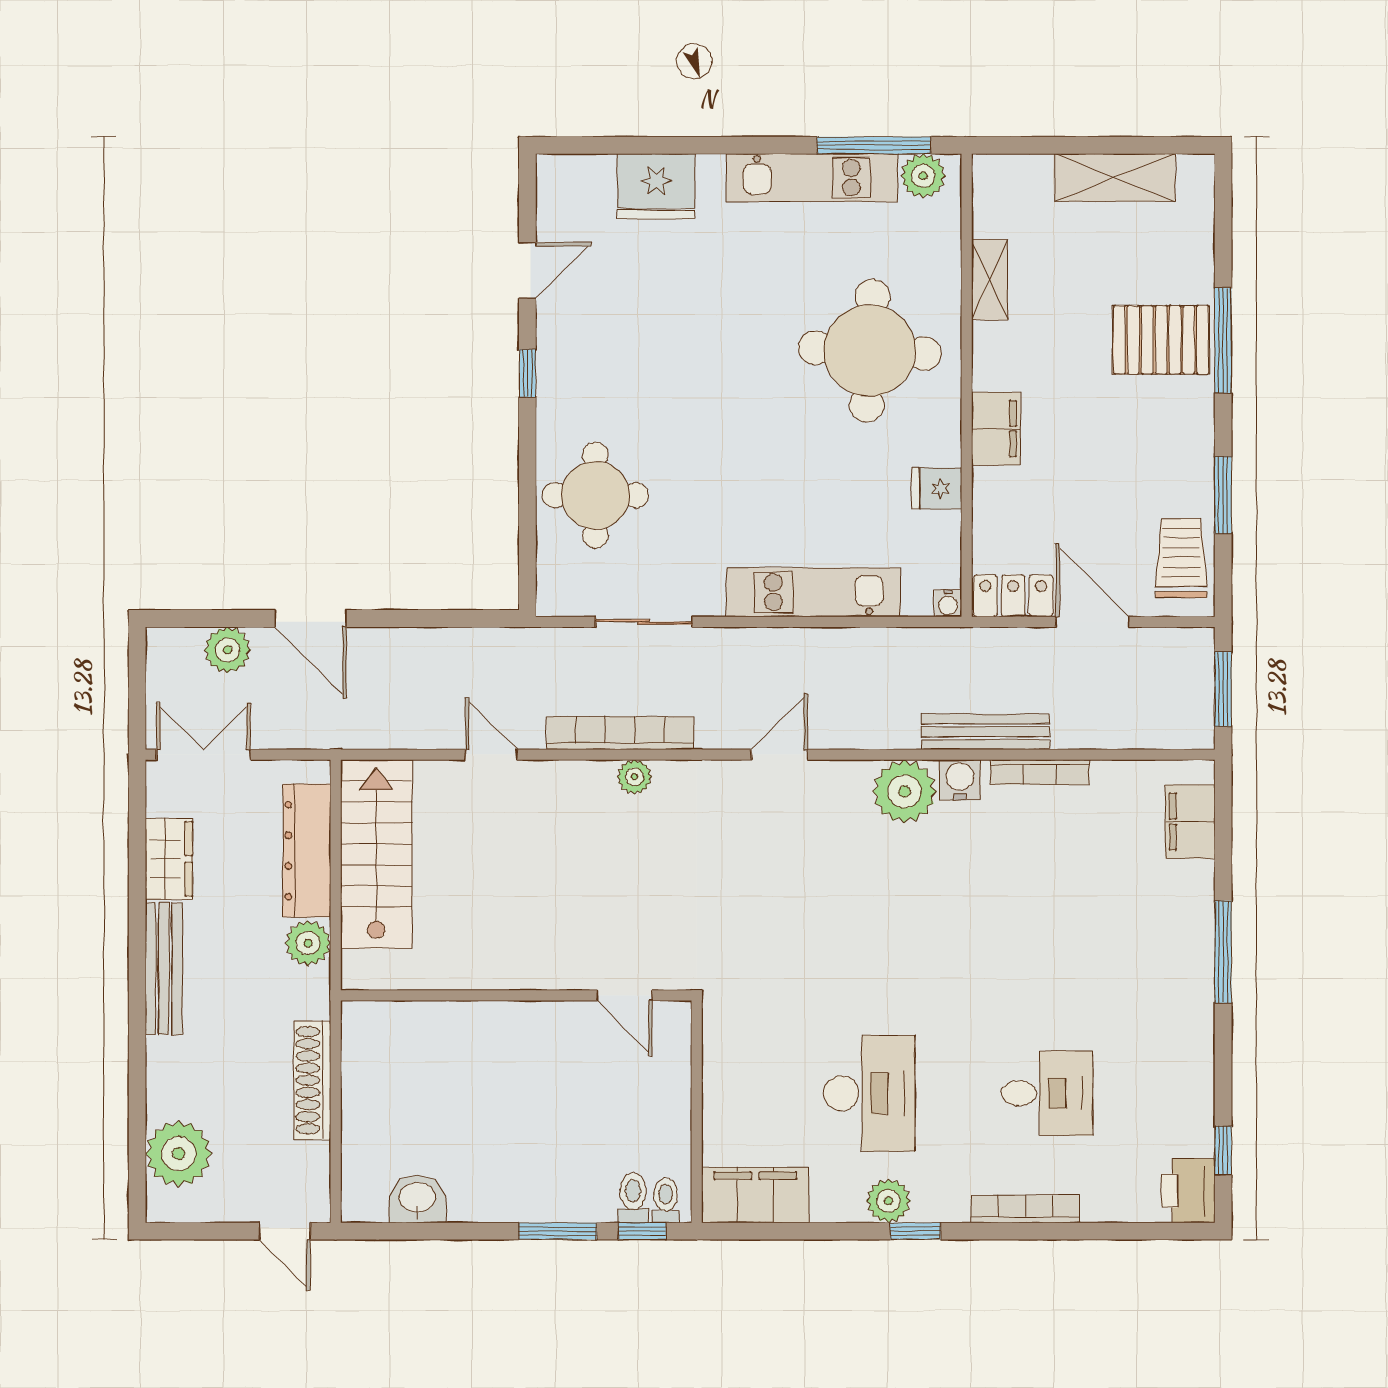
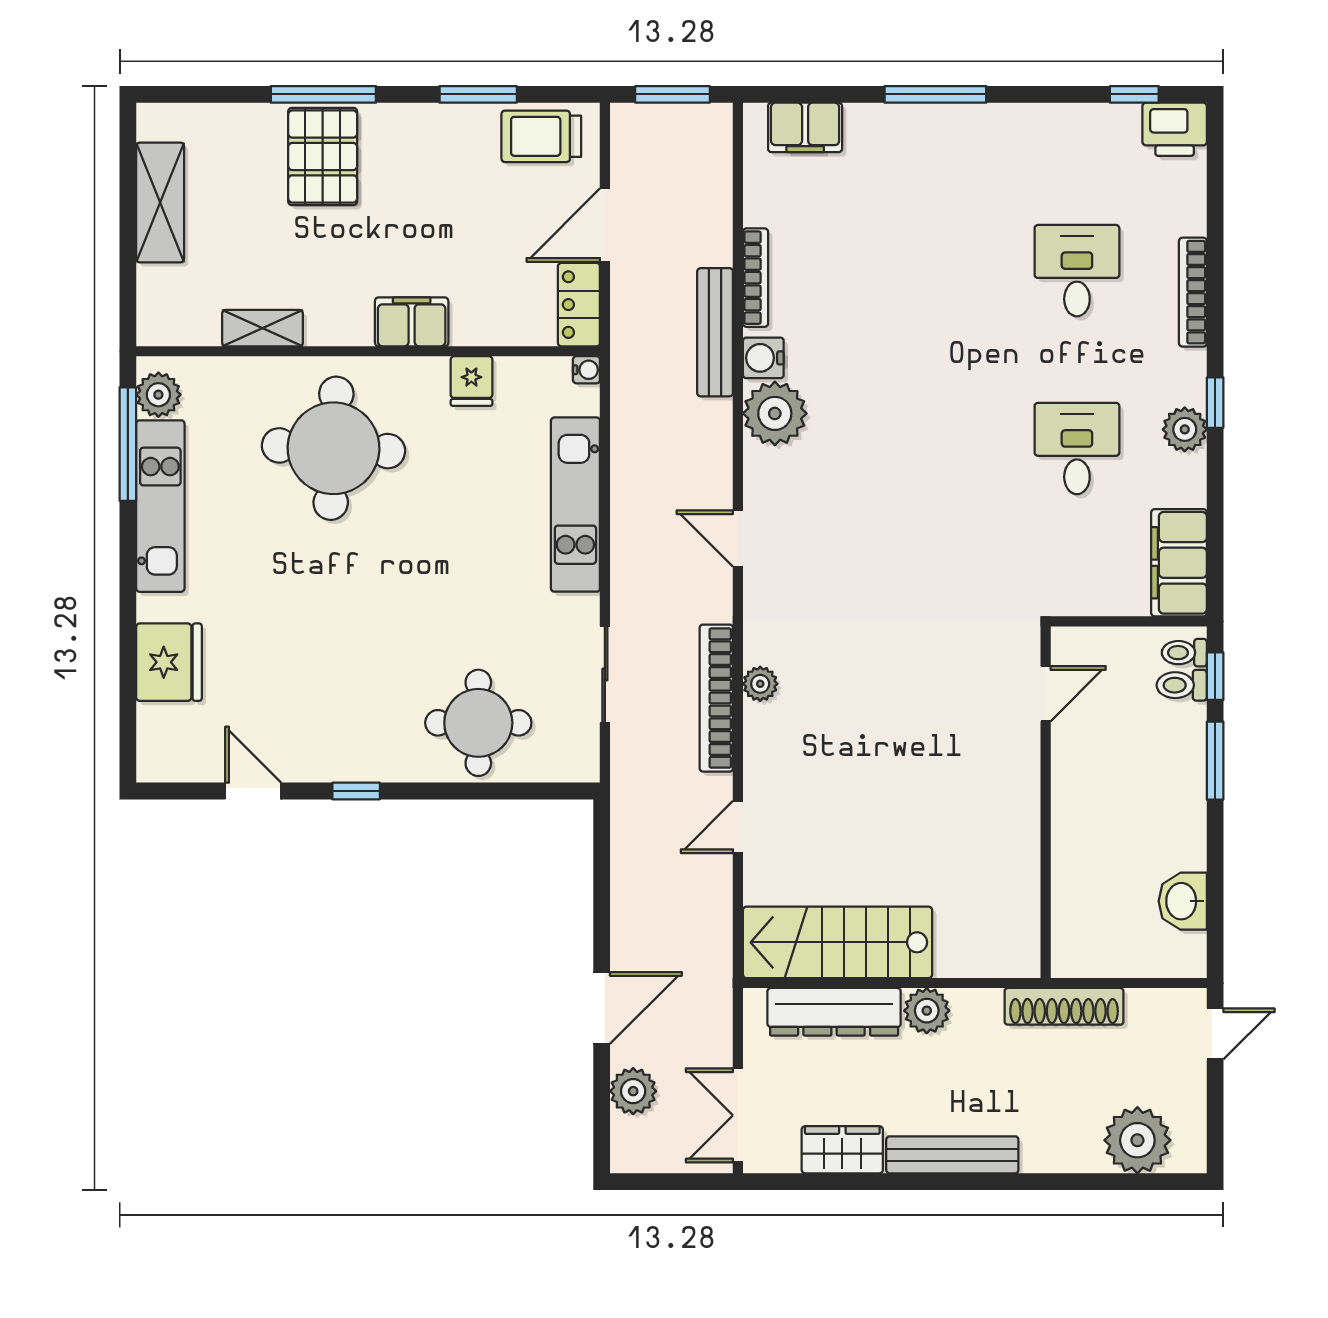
wall: (516, 995) -> (1046, 802), moved
door: (624, 995) -> (1046, 694), moved
desk: (869, 1093) -> (1077, 449), width x0.73

